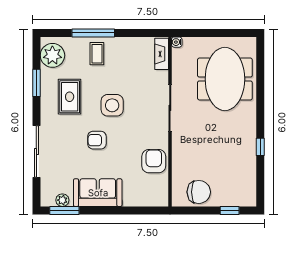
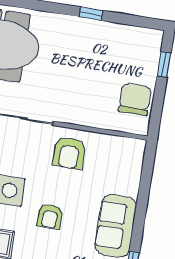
armchair: (154, 161) -> (69, 153), moved, turned -90

